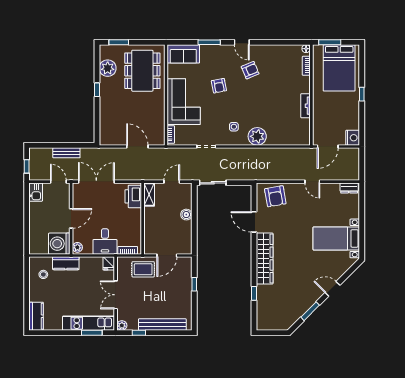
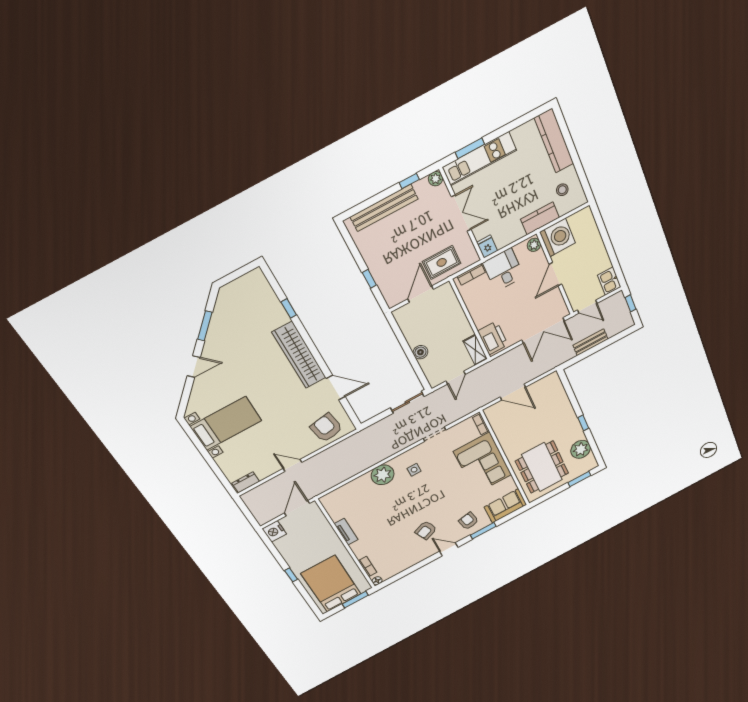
armchair: (219, 86) -> (468, 521), moved
kitchen counter: (36, 316) -> (554, 141), width x1.50

